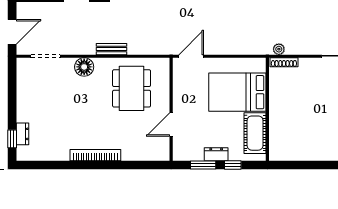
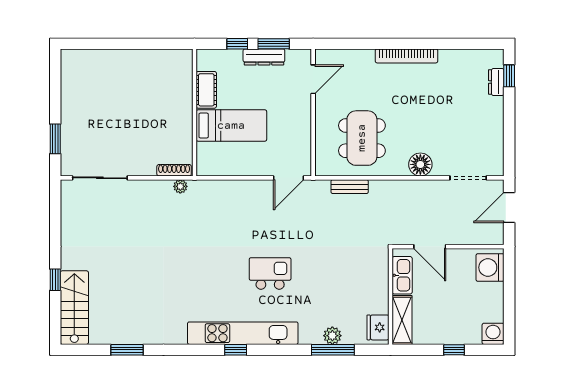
bench: (111, 49) -> (350, 187), moved
bed: (237, 92) -> (231, 126), width x0.67
door: (171, 125) -> (313, 79), moved
cot: (255, 133) -> (206, 90), width x0.73, depth x0.75
dresser: (216, 154) -> (264, 57), width x1.44

